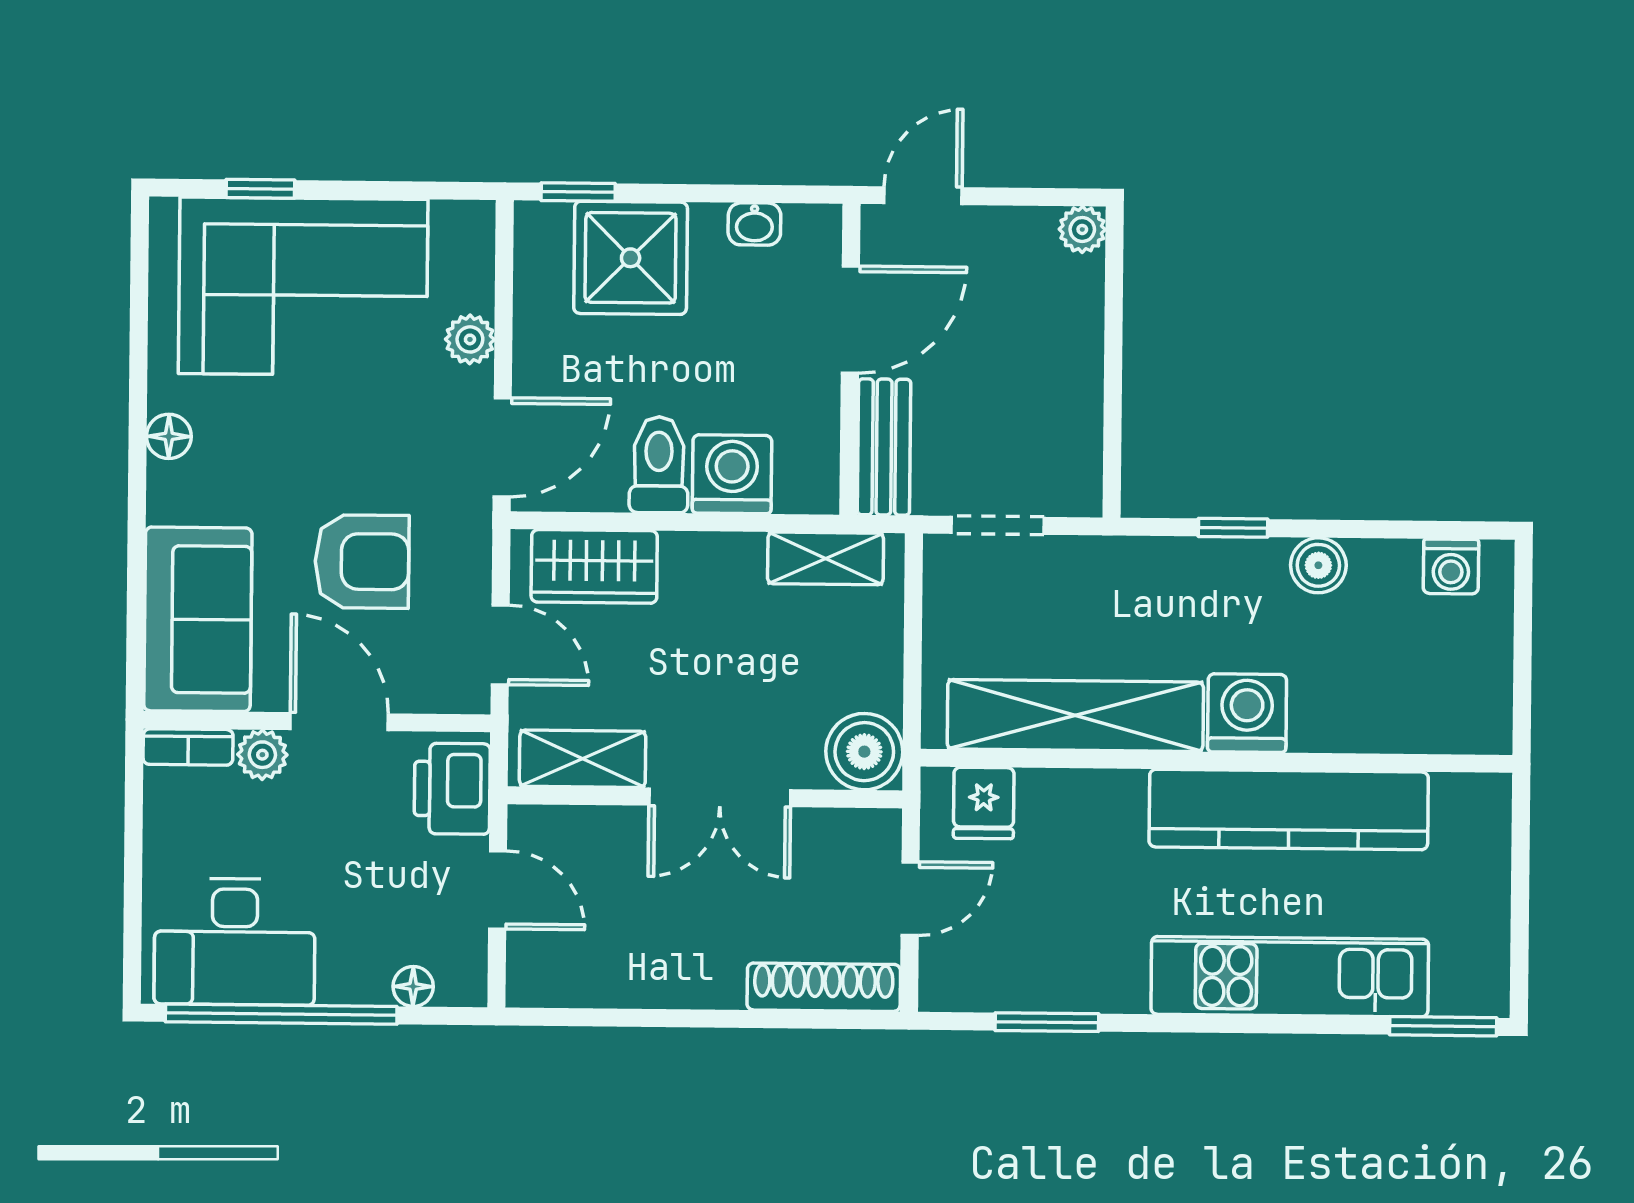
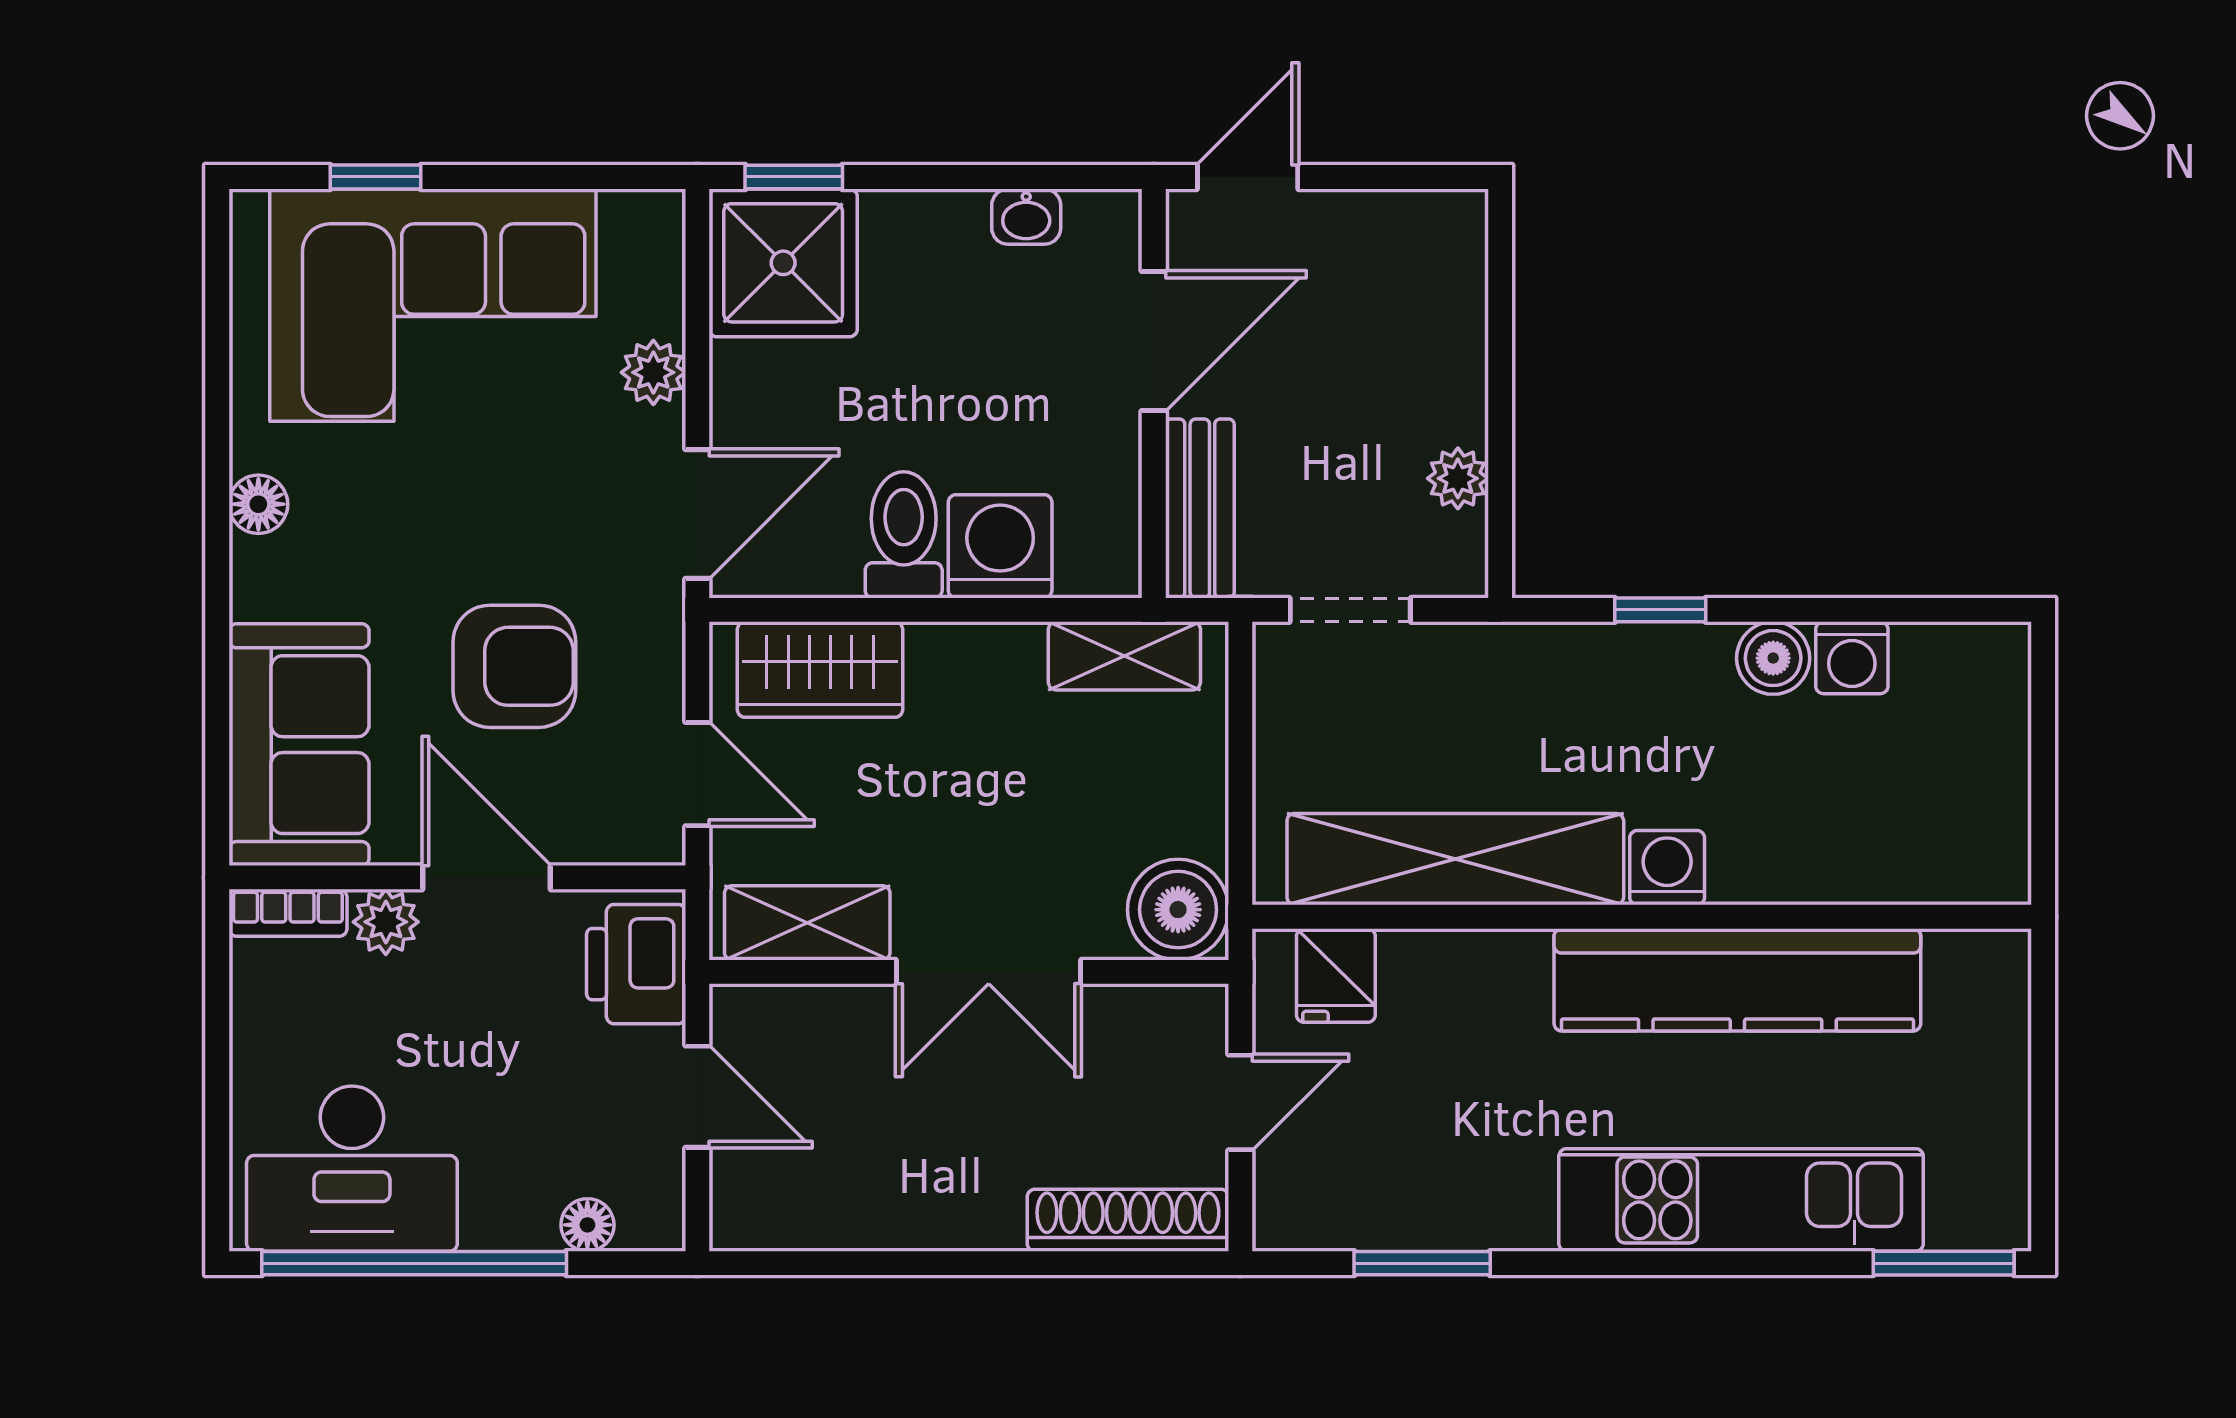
plant: (1082, 229) -> (1458, 478), moved
shower: (631, 258) -> (783, 263), moved
washing machine: (1451, 566) -> (1852, 658), moved
washing machine: (1247, 713) -> (1667, 868), width x0.73, depth x0.73

